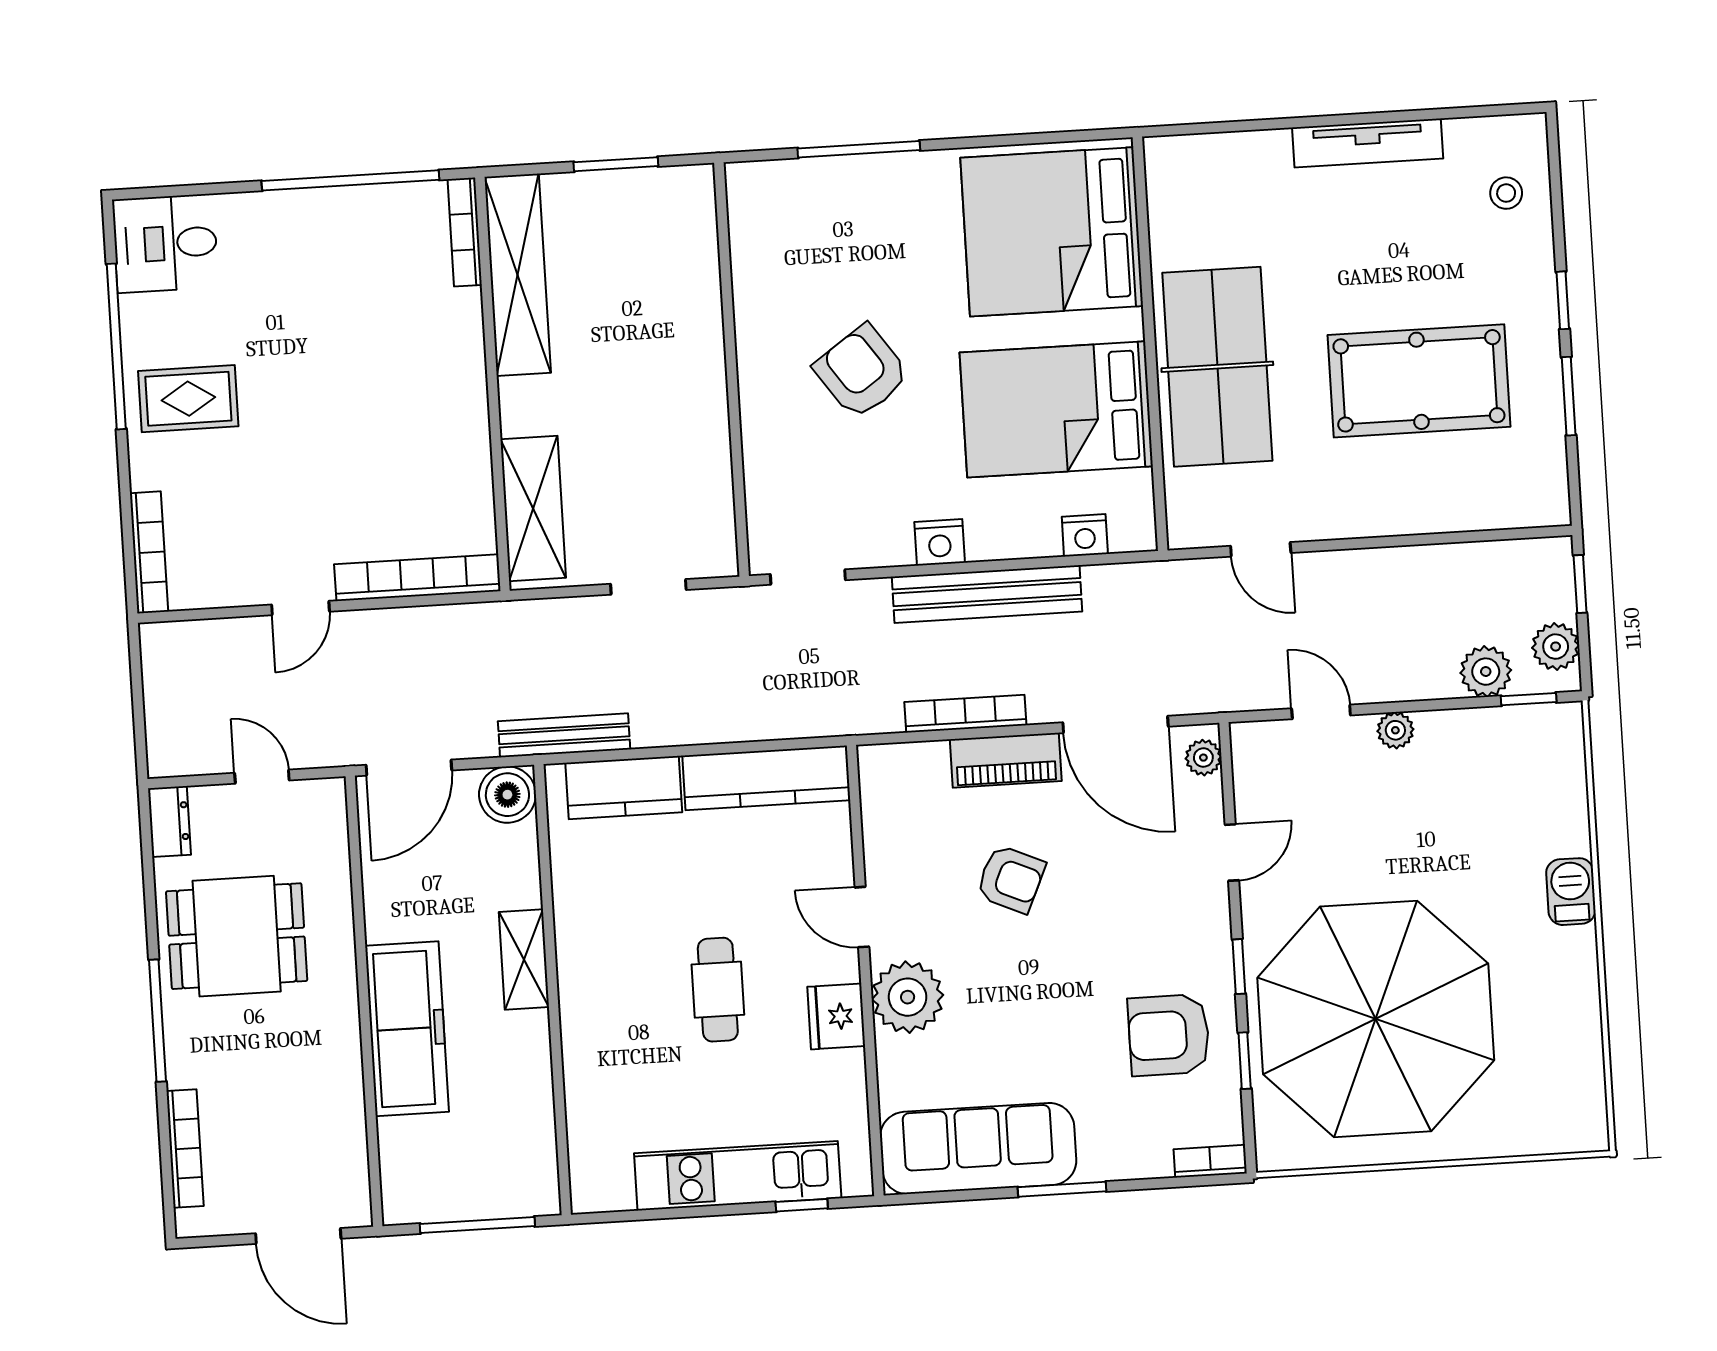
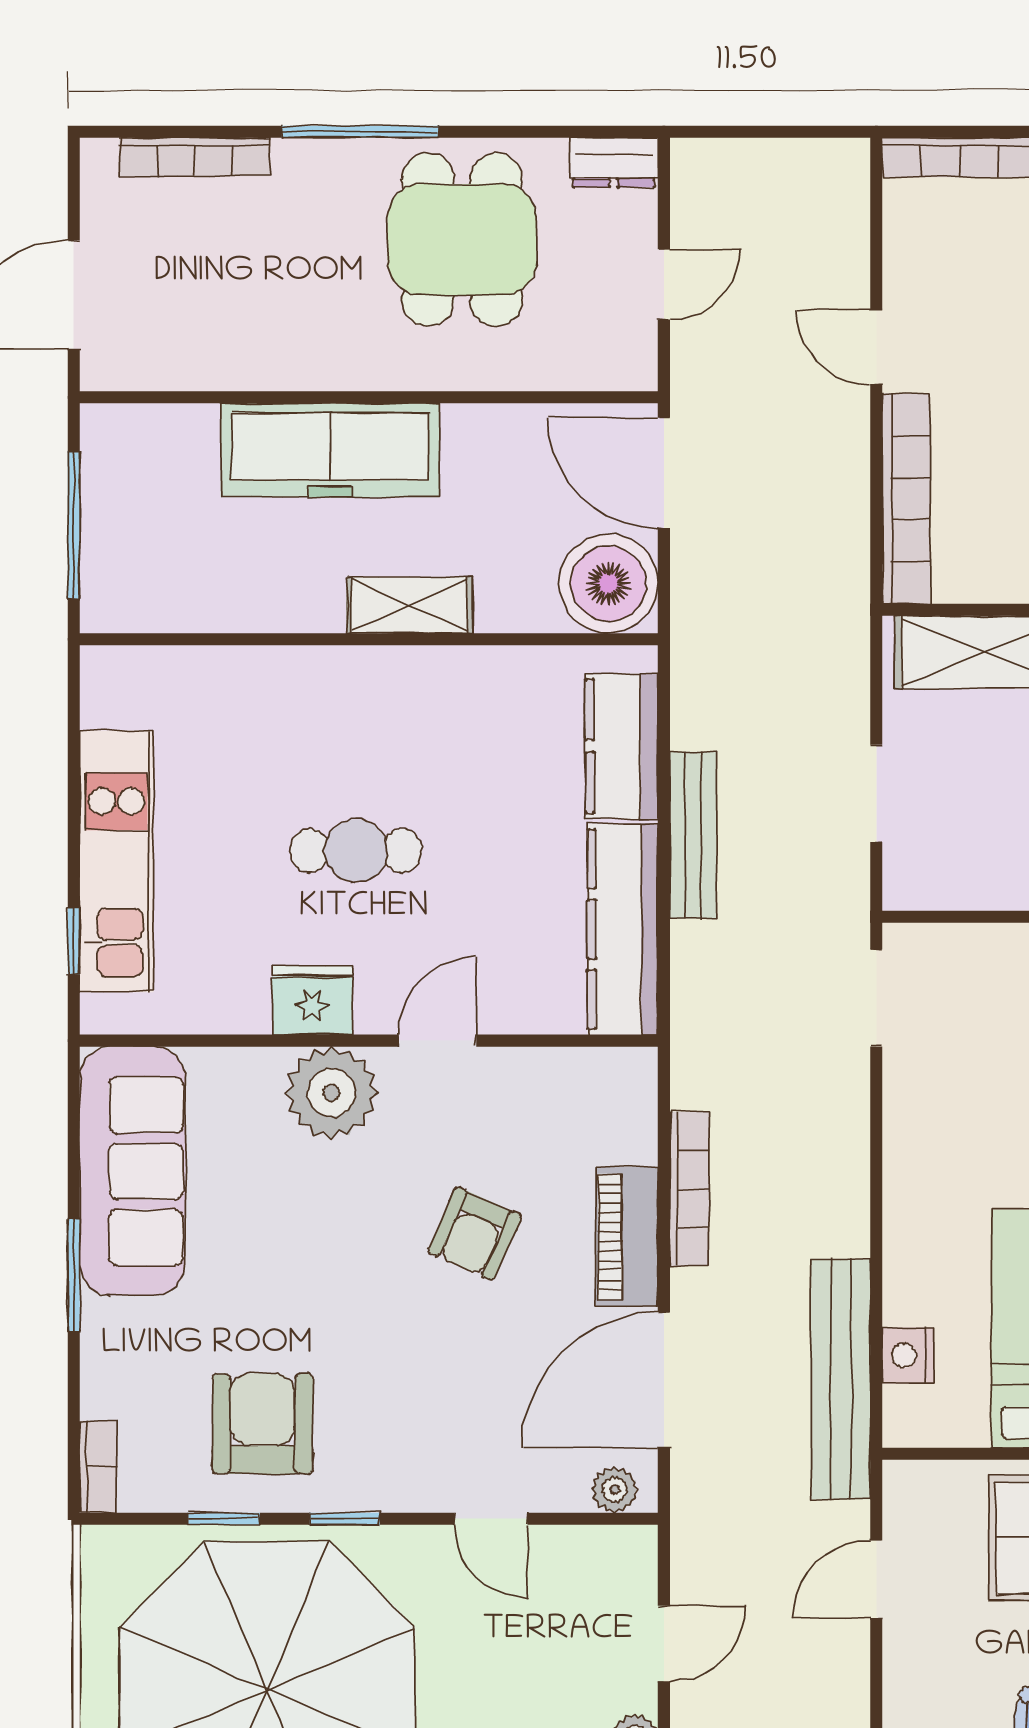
nightstand: (940, 542) -> (910, 1169), removed
bench: (987, 594) -> (841, 1379), moved
bench: (564, 735) -> (693, 835), moved
boiler: (507, 795) -> (608, 584), width x1.37, depth x1.37

